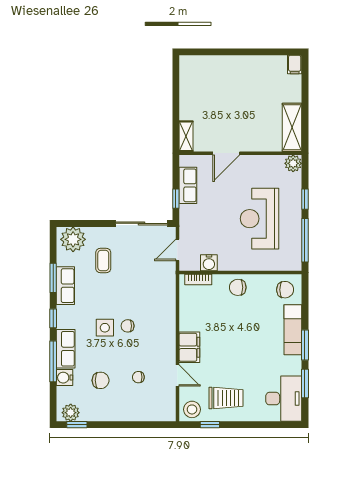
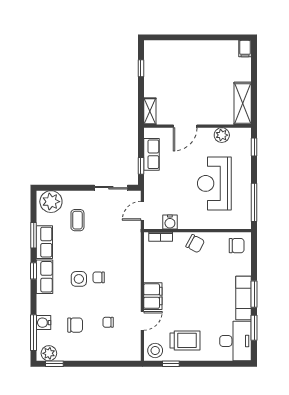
window: (176, 87) -> (141, 68), added
plant: (293, 163) -> (222, 135), moved
window: (305, 199) -> (254, 147), moved
sliding door: (142, 223) -> (111, 188), width x0.73
chair: (238, 287) -> (195, 244), turned -152
exam couch: (293, 330) -> (244, 298), moved
row of seats: (66, 349) -> (45, 277), moved
window: (53, 361) -> (34, 333), moved
door: (177, 376) -> (142, 321), hinge flipped

